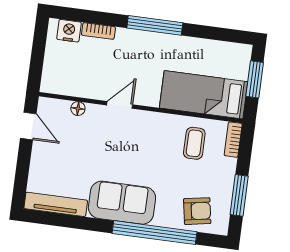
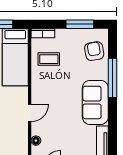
door: (120, 105) -> (30, 113), swing flipped
window: (154, 233) -> (112, 78), width x0.68

